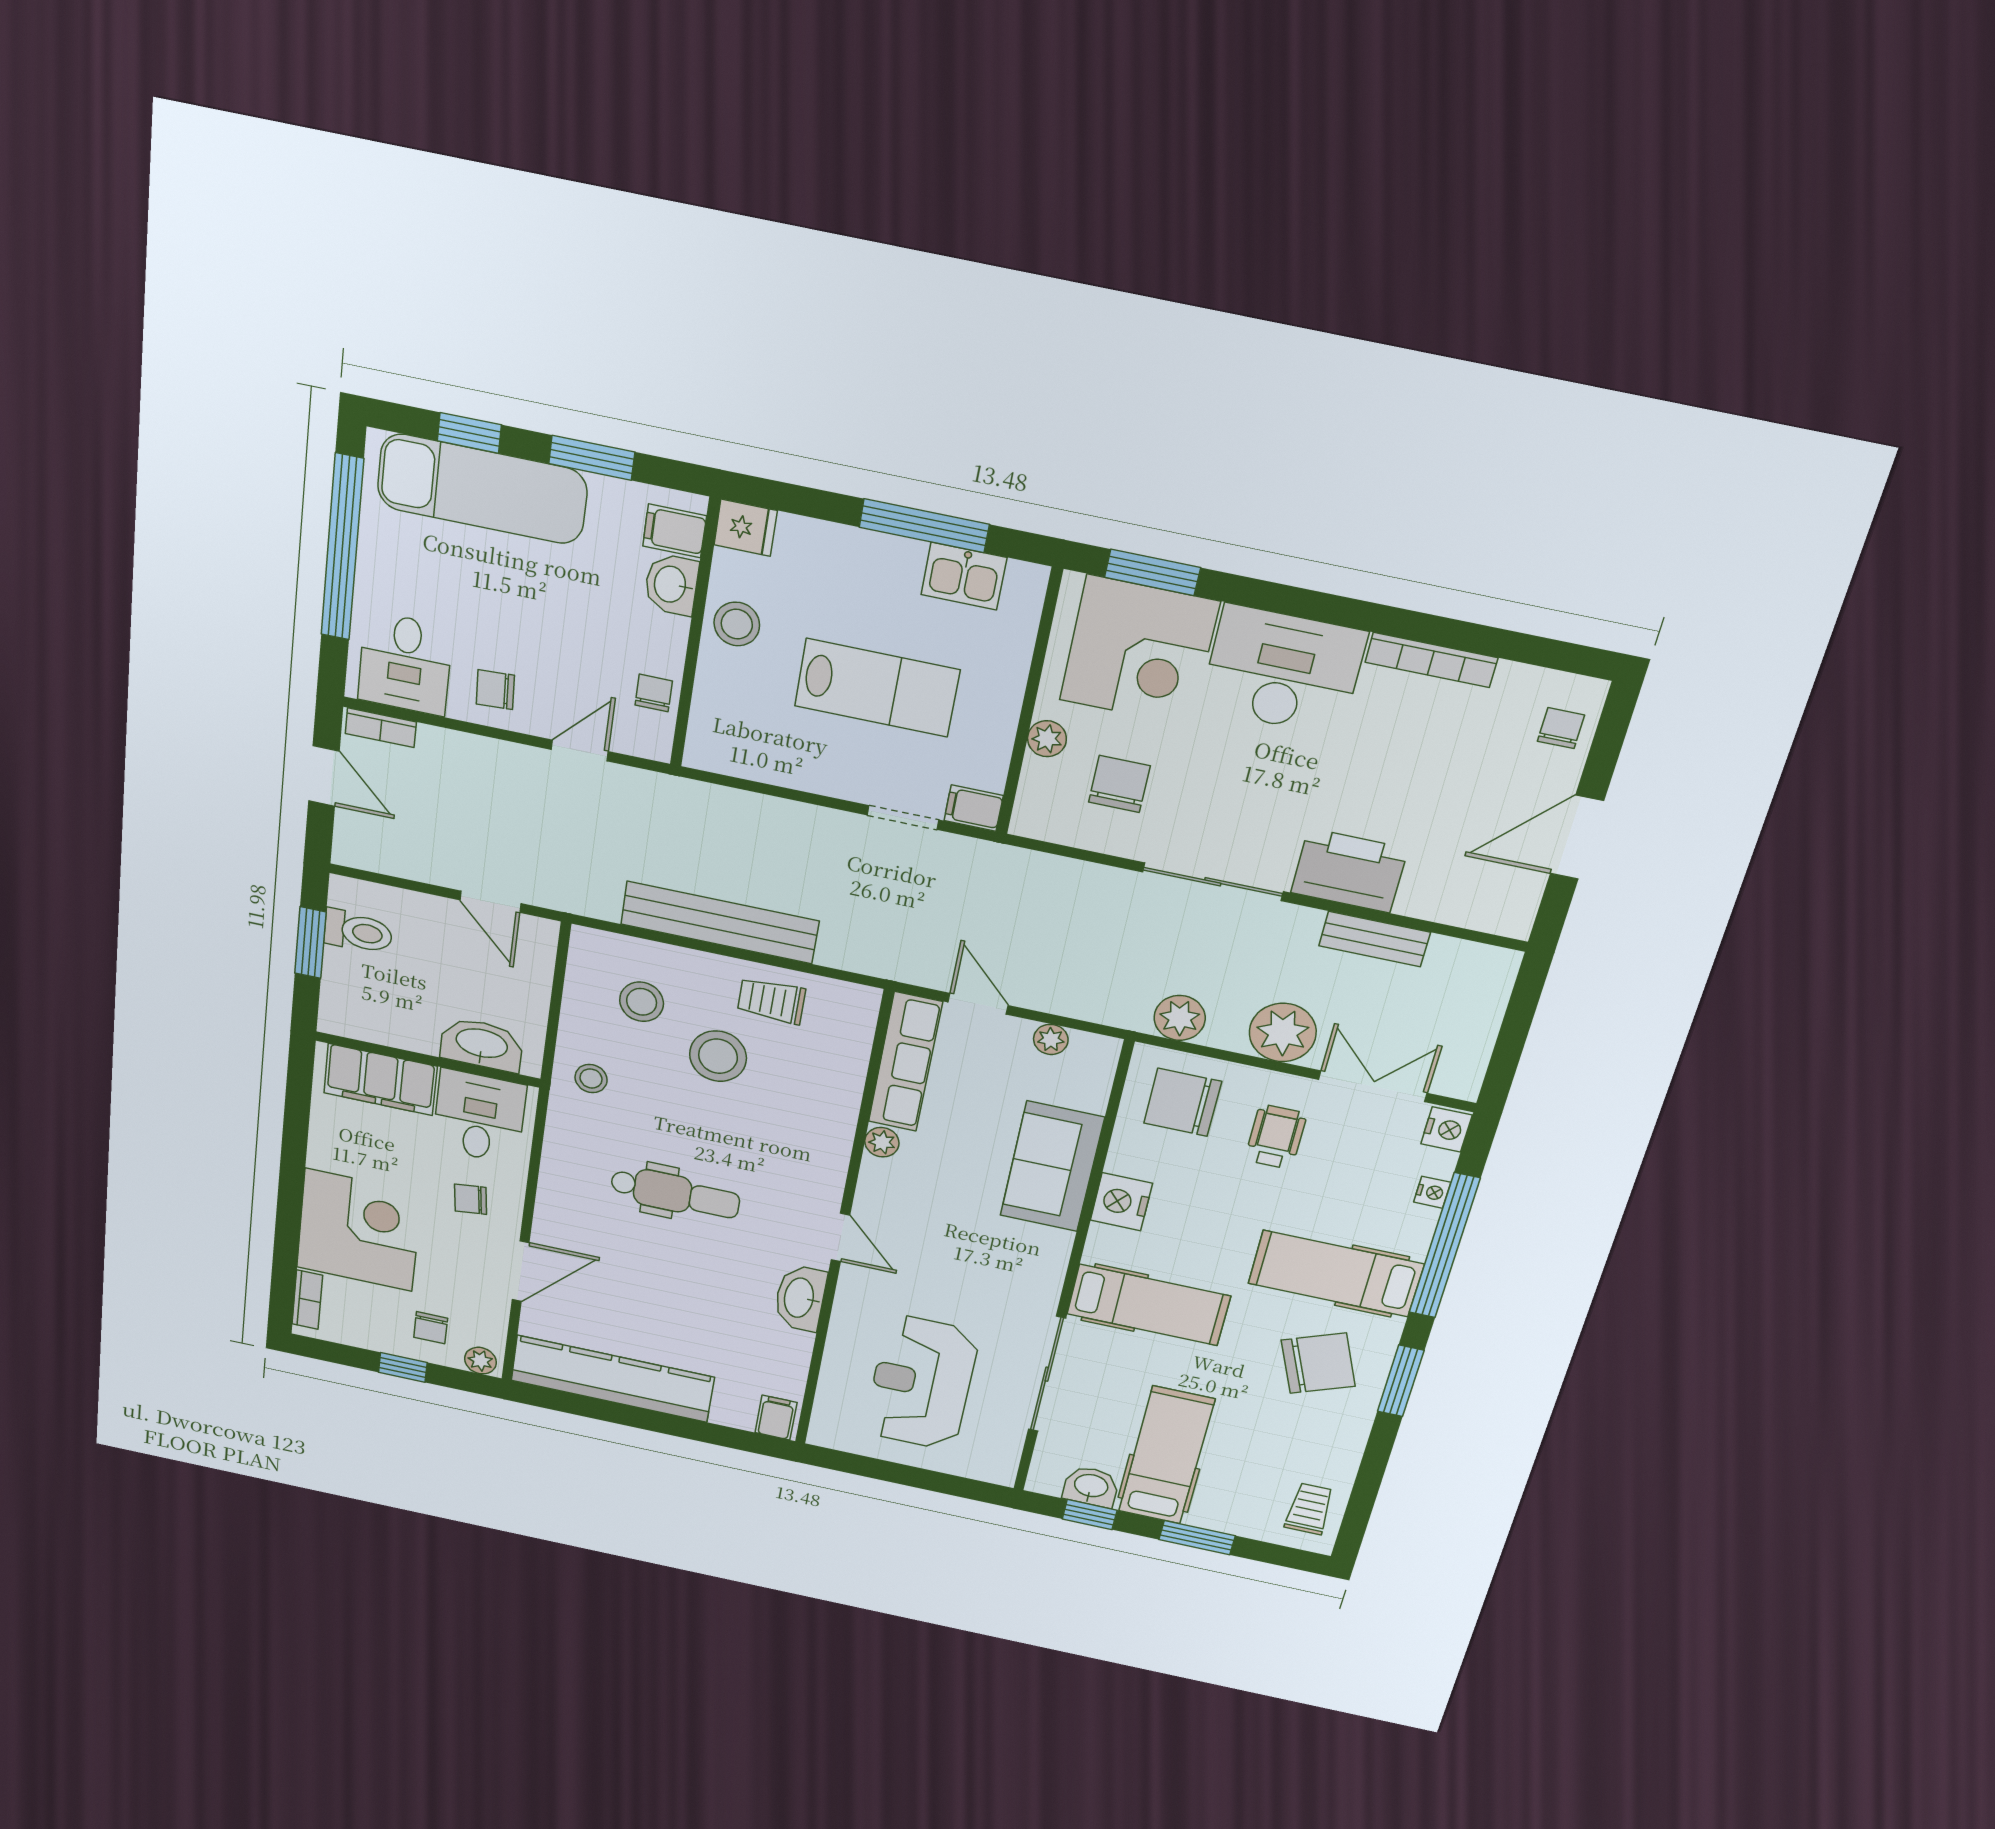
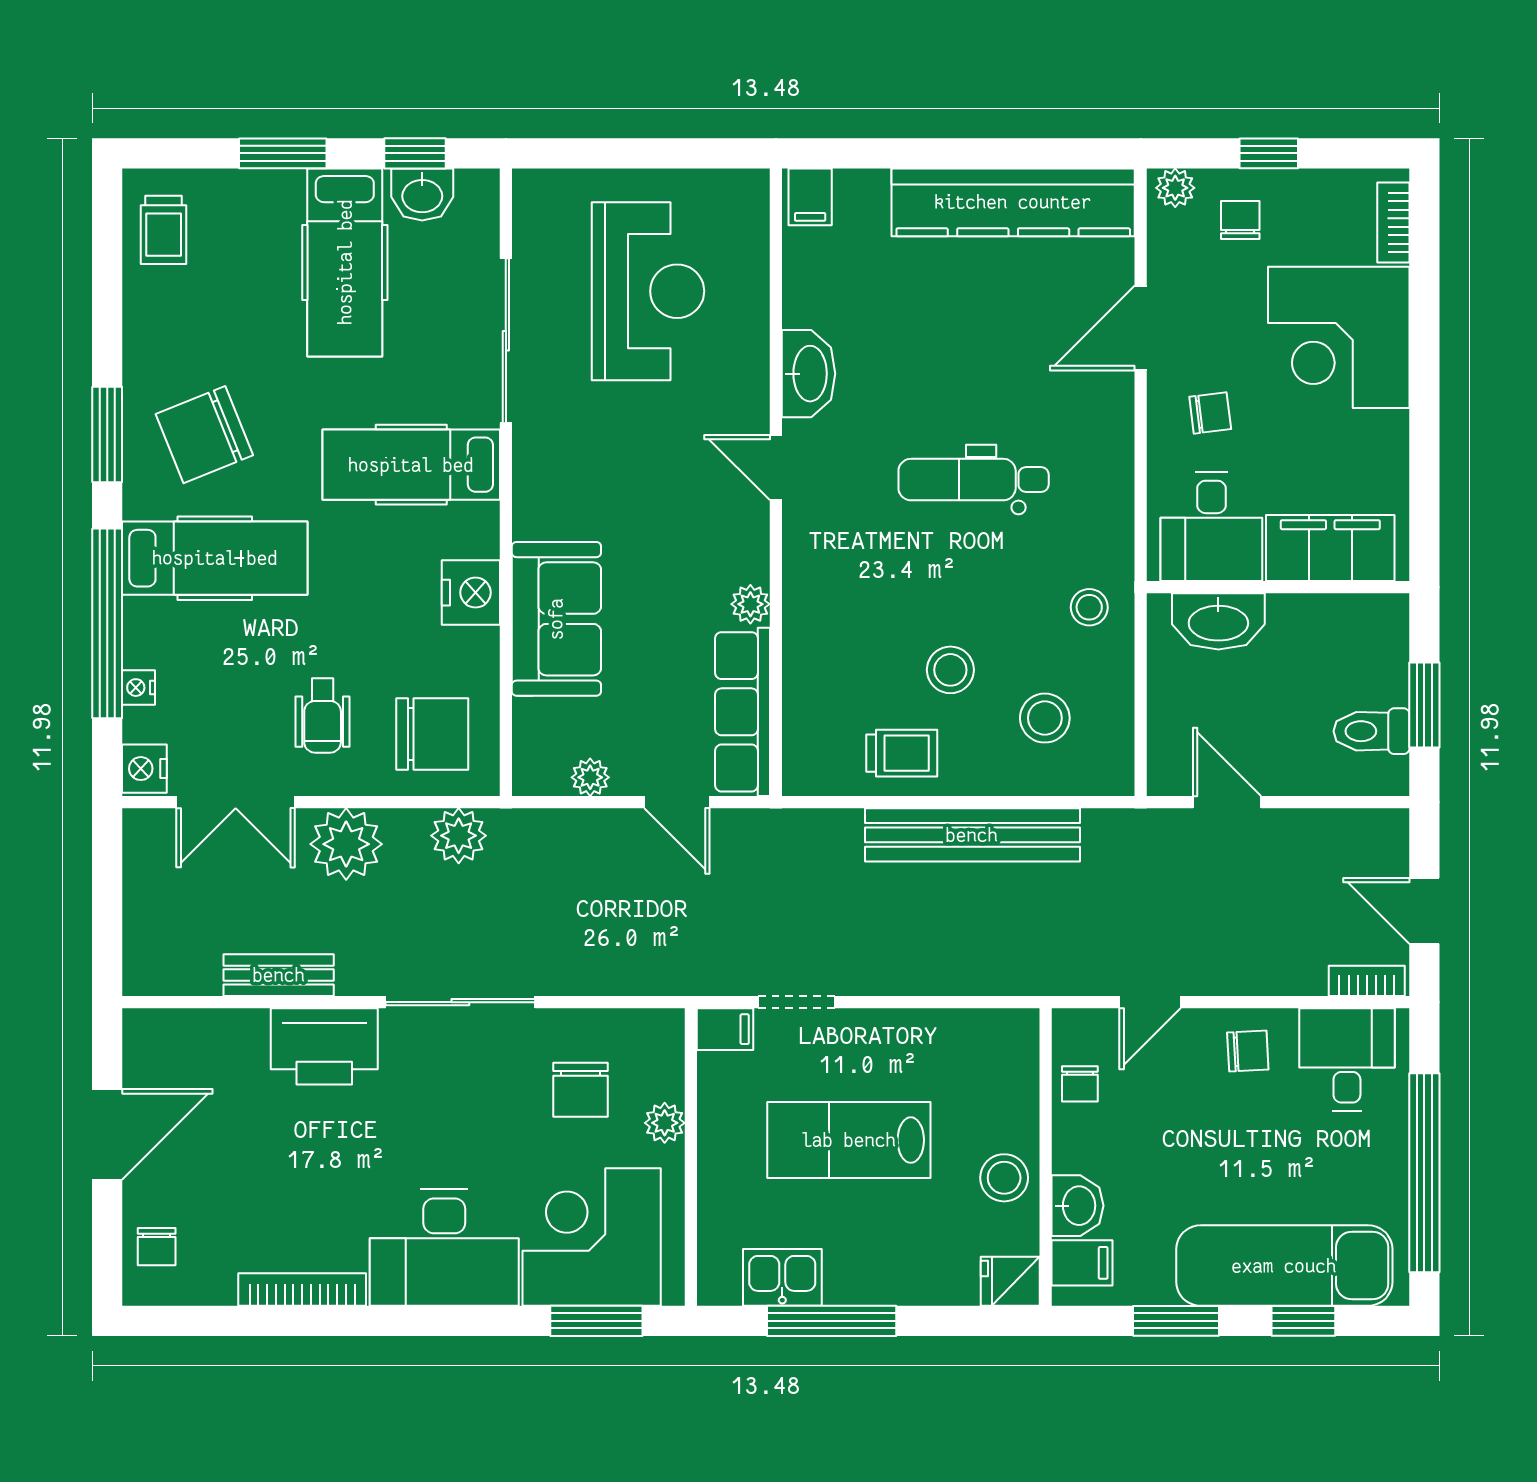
stool: (718, 1056) -> (950, 670), width x0.73, depth x0.73

